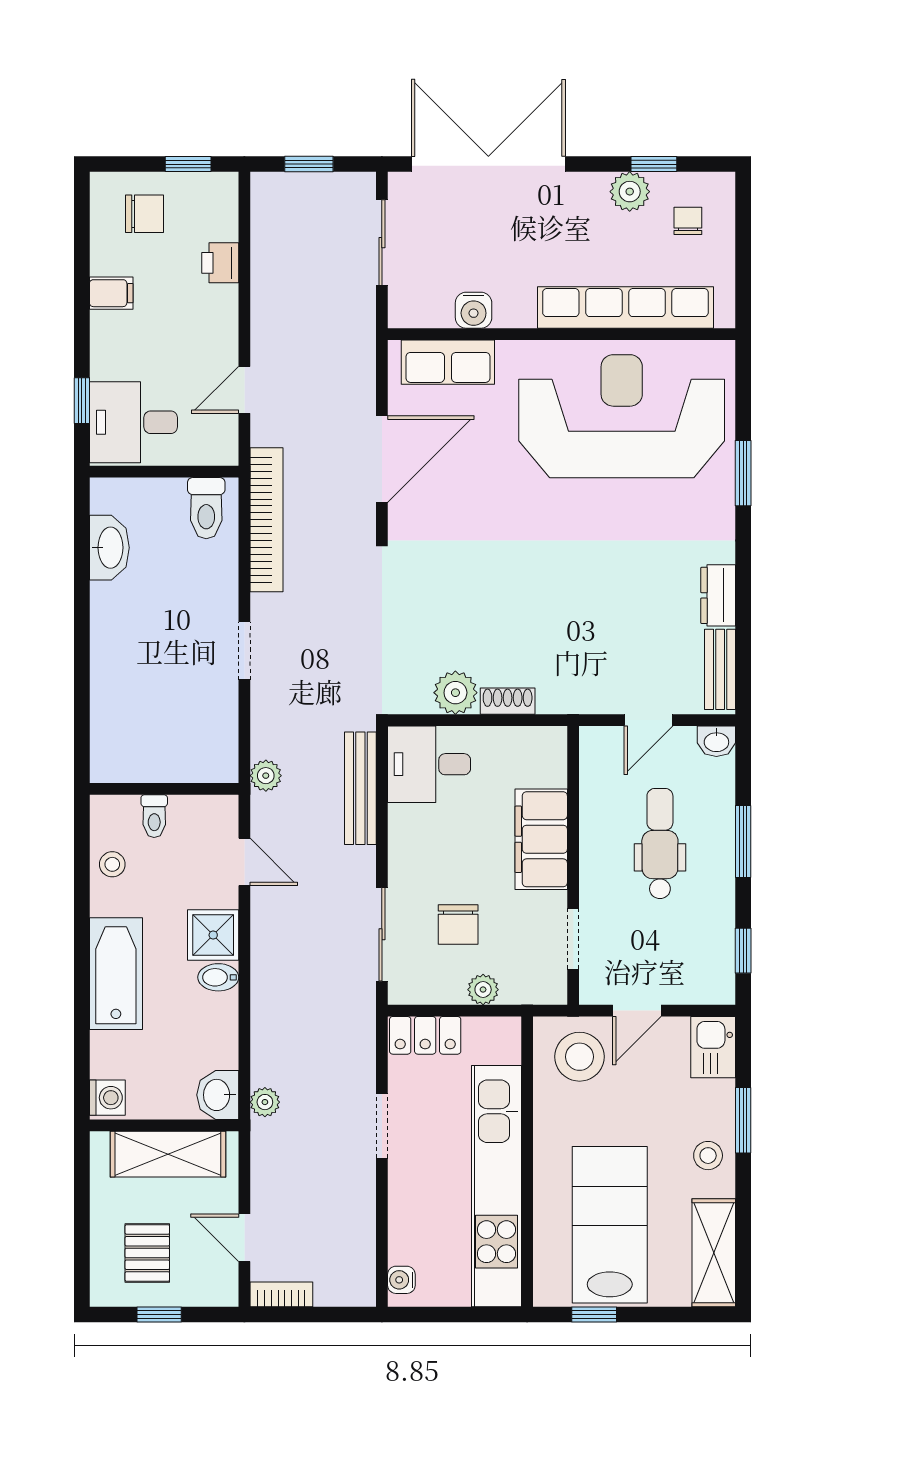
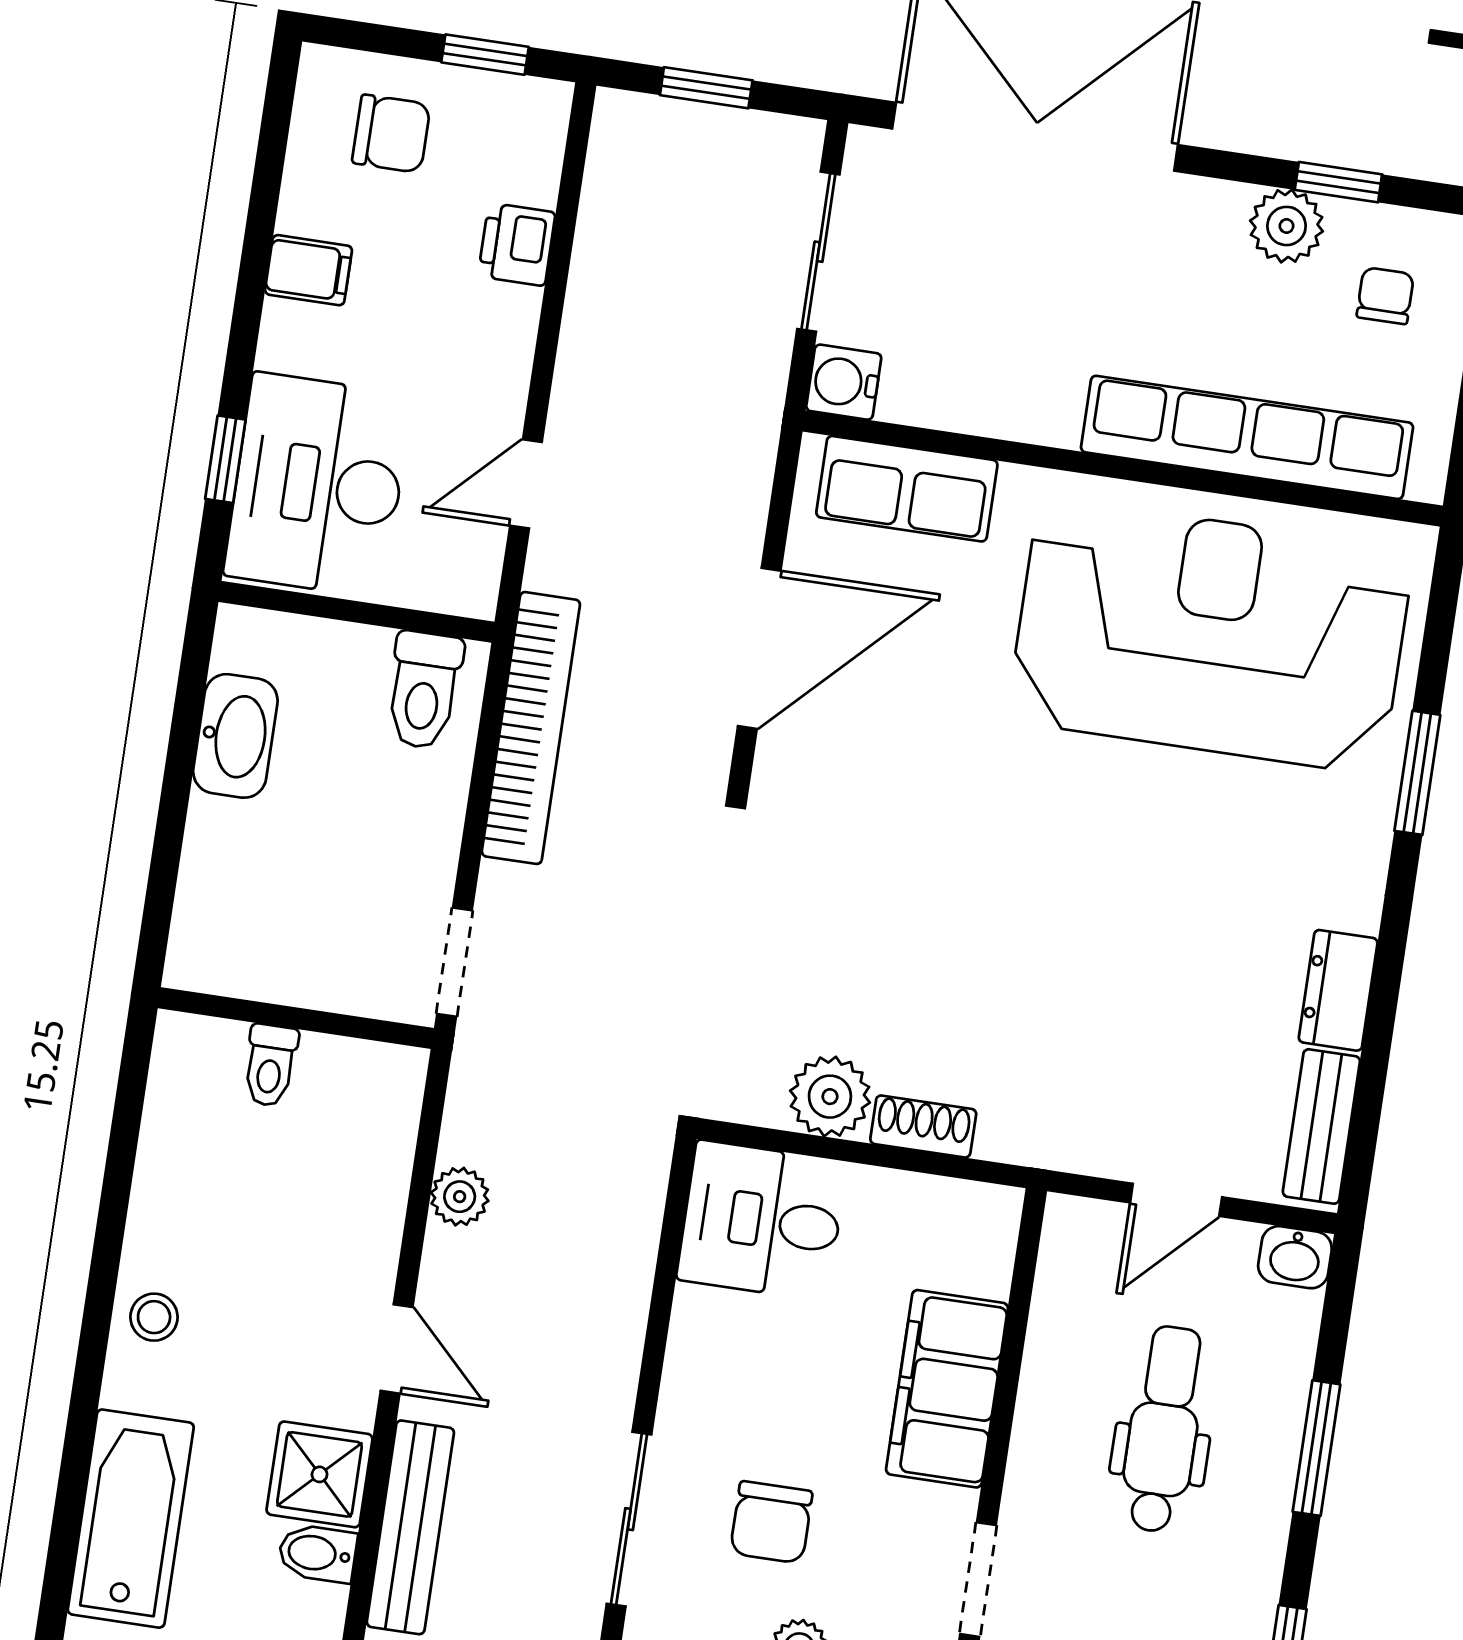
water cooler: (474, 310) -> (844, 382), moved, turned 90
desk: (133, 422) -> (318, 485), width x1.37
bench: (360, 788) -> (410, 1527), moved
wall: (164, 789) -> (296, 1018), moved
toilet: (154, 816) -> (270, 1065), moved

